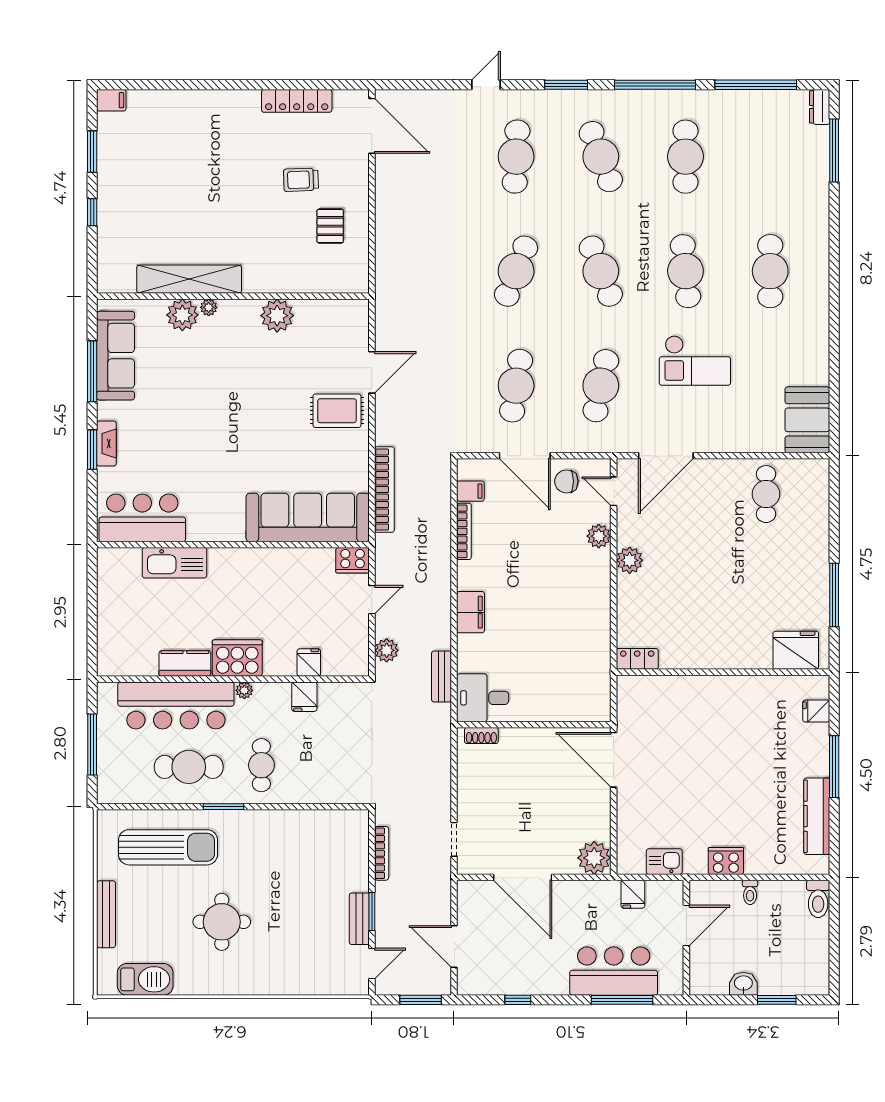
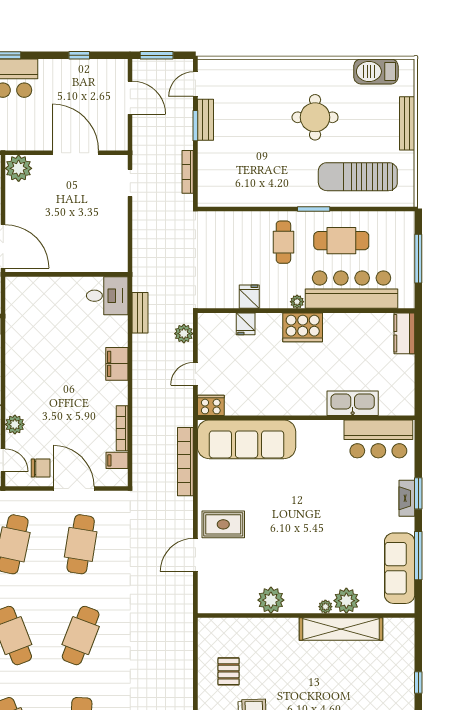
kitchen counter: (185, 663) -> (404, 333), moved, turned 90
shoe rack: (481, 736) -> (108, 266), removed

